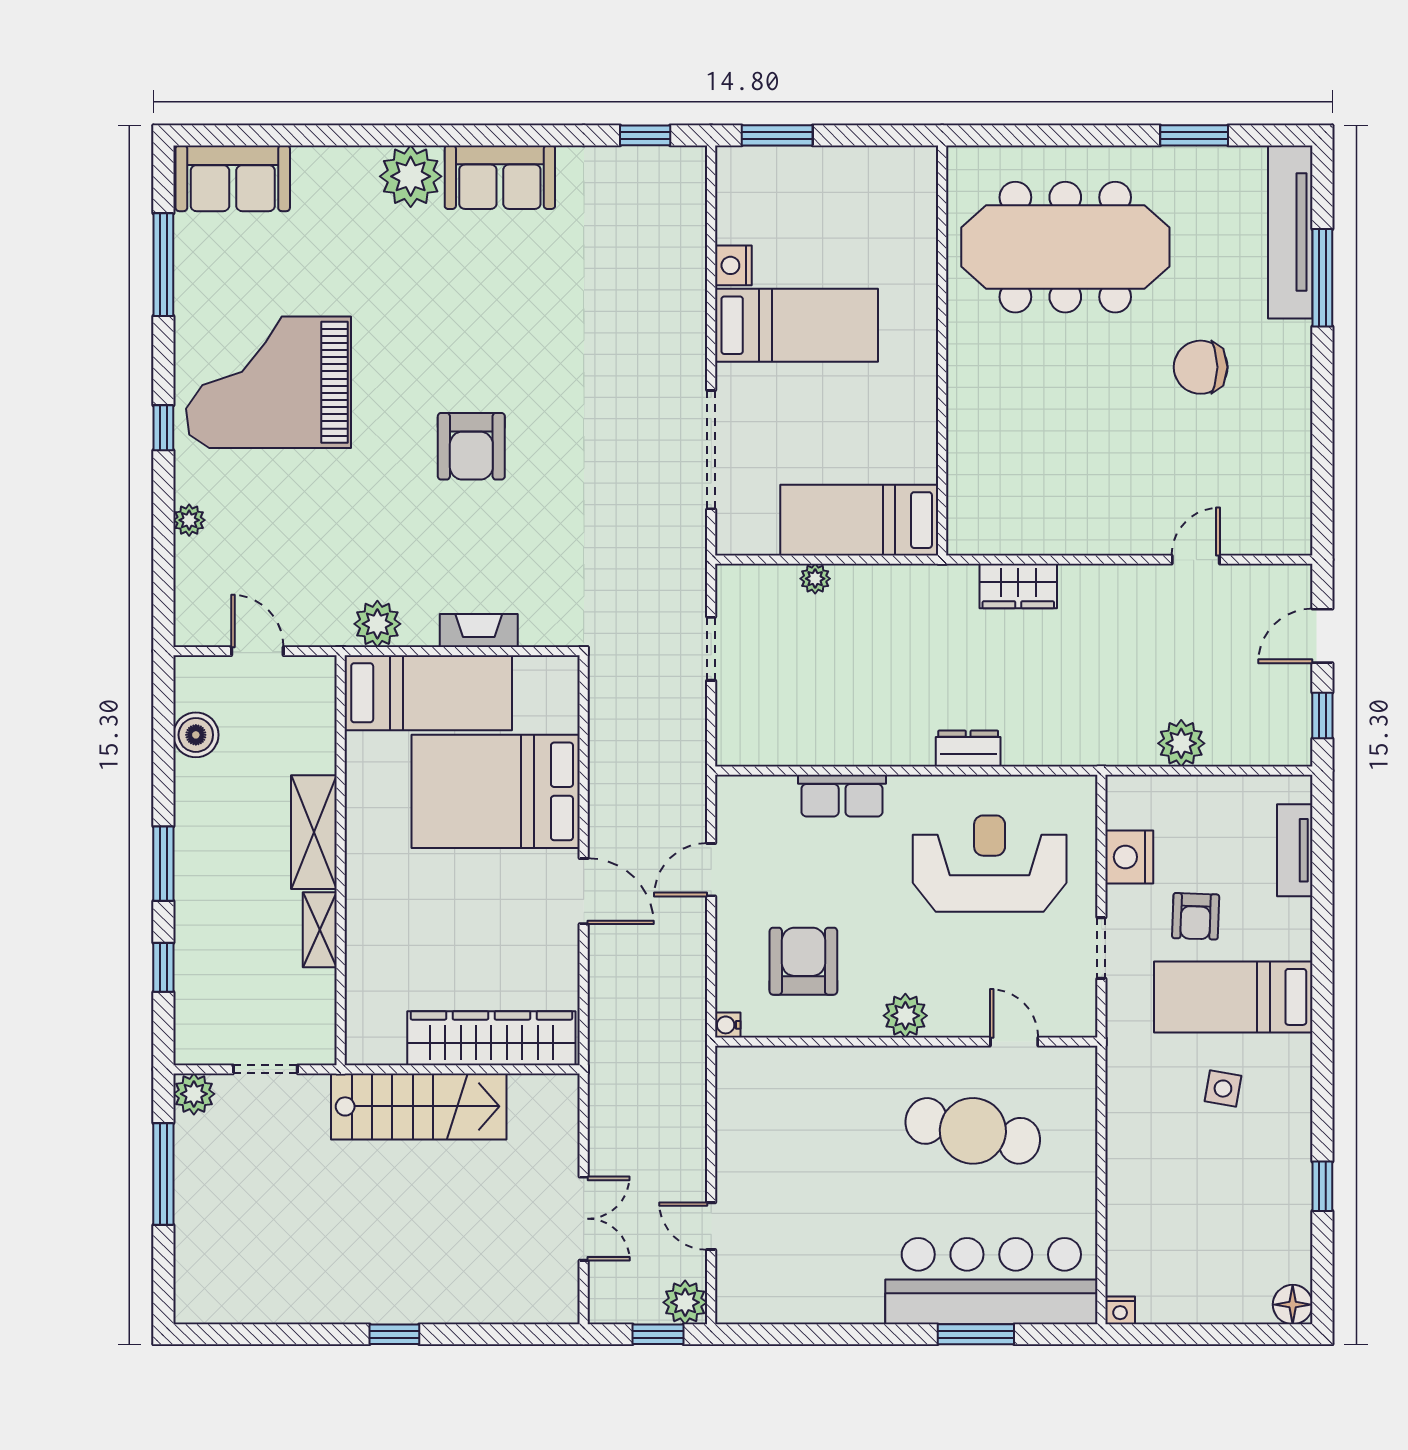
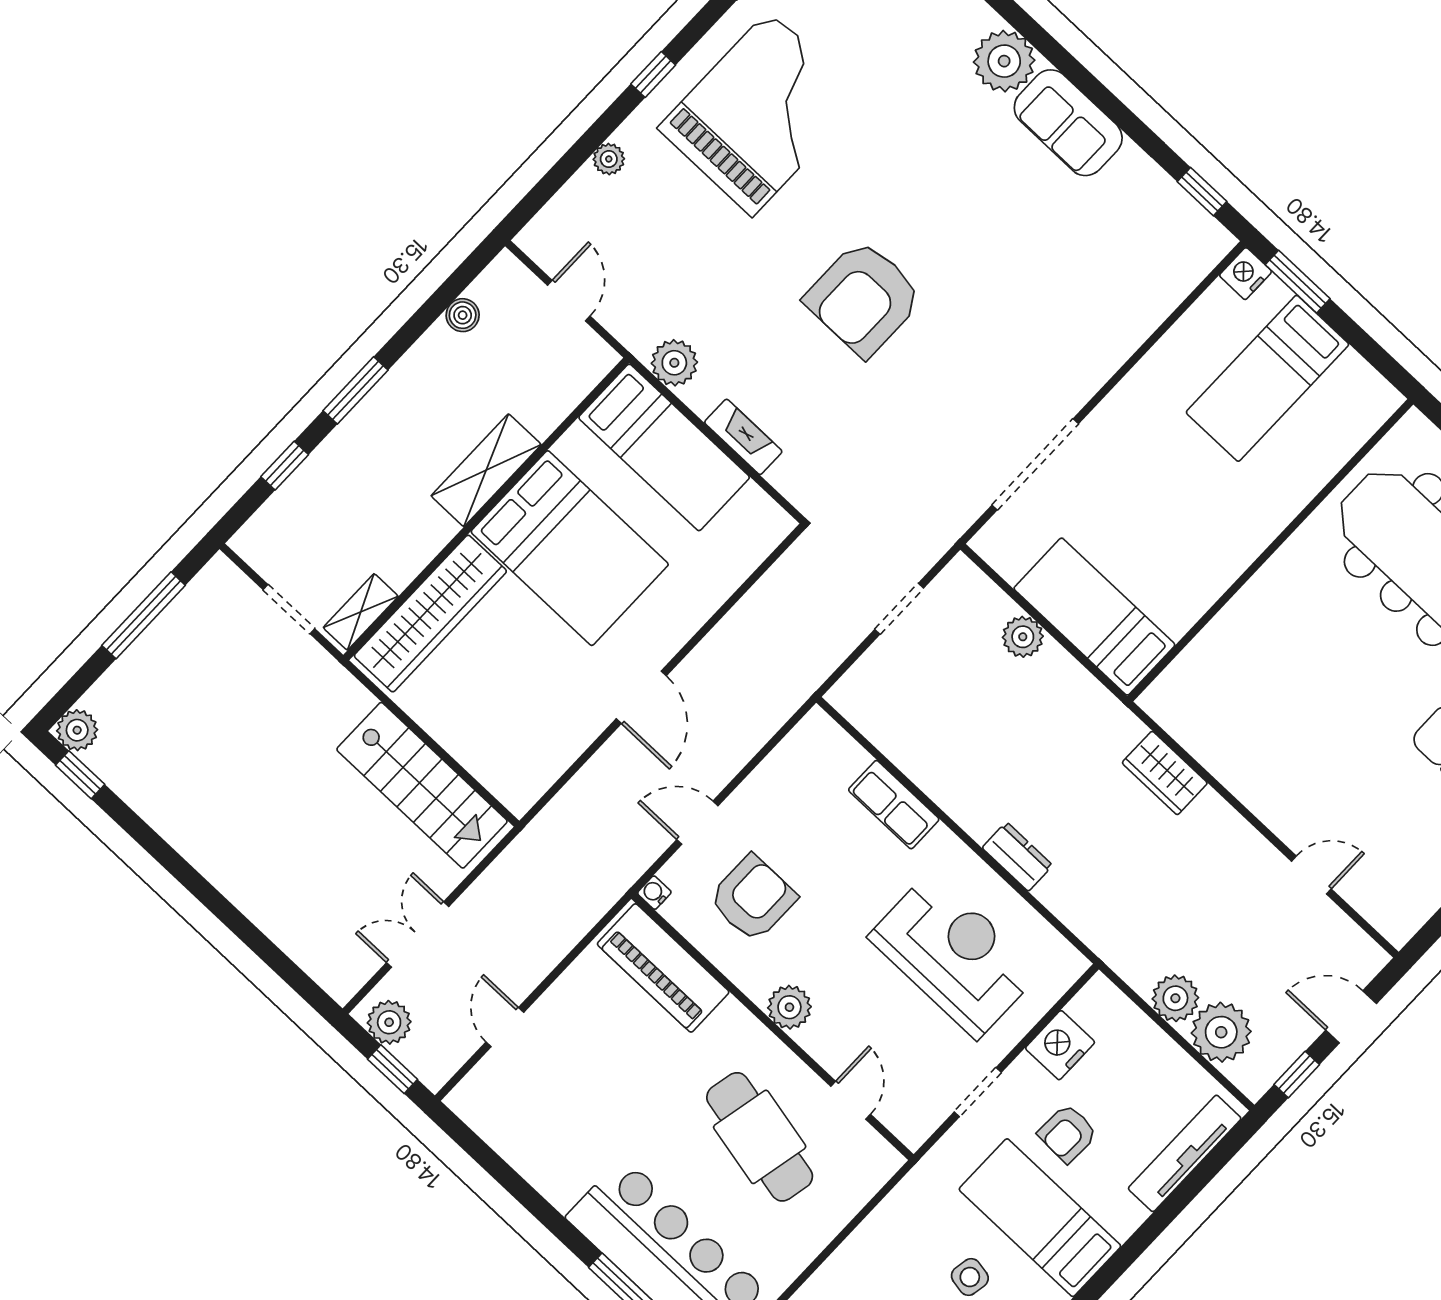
nightstand: (733, 265) -> (1246, 274), moved
bed: (796, 325) -> (1267, 378), moved, turned 90
grand piano: (269, 382) -> (761, 113), turned 90
armchair: (471, 446) -> (864, 298), width x1.36, depth x1.36
plant: (815, 579) -> (1023, 637), width x1.38, depth x1.38
boiler: (196, 735) -> (463, 315), width x0.73, depth x0.73
plant: (1238, 737) -> (1221, 1032), added
bed: (496, 791) -> (570, 548), moved, turned 180
tv unit: (1295, 850) -> (1185, 1153), width x1.41
door: (711, 870) -> (697, 823), moved
shelving: (320, 930) -> (361, 612), moved
wardrobe: (491, 1038) -> (430, 614), moved, turned 90
piano: (786, 1074) -> (663, 968), added
plant: (194, 1094) -> (77, 730), moved
stairs: (419, 1106) -> (422, 785), moved
double door: (584, 1219) -> (418, 935), swing flipped
plant: (685, 1302) -> (389, 1022), moved
window: (394, 1334) -> (80, 775), moved

